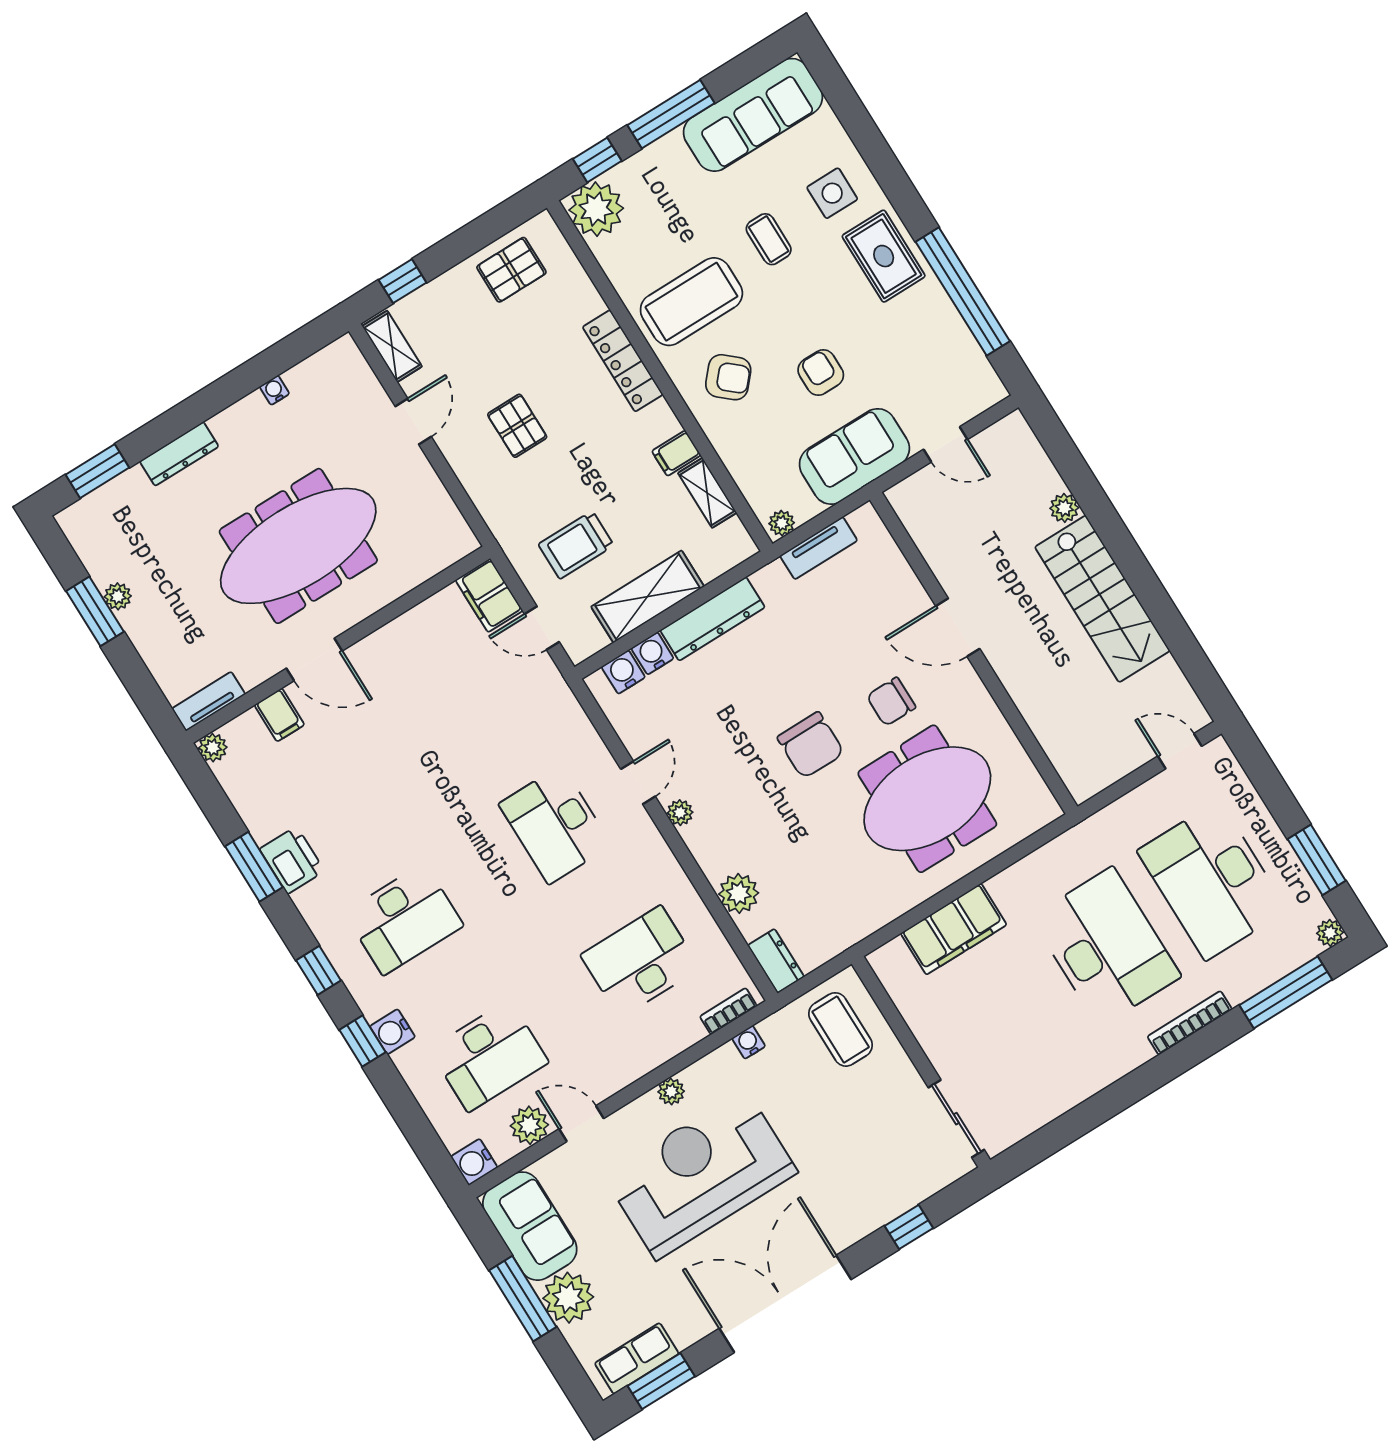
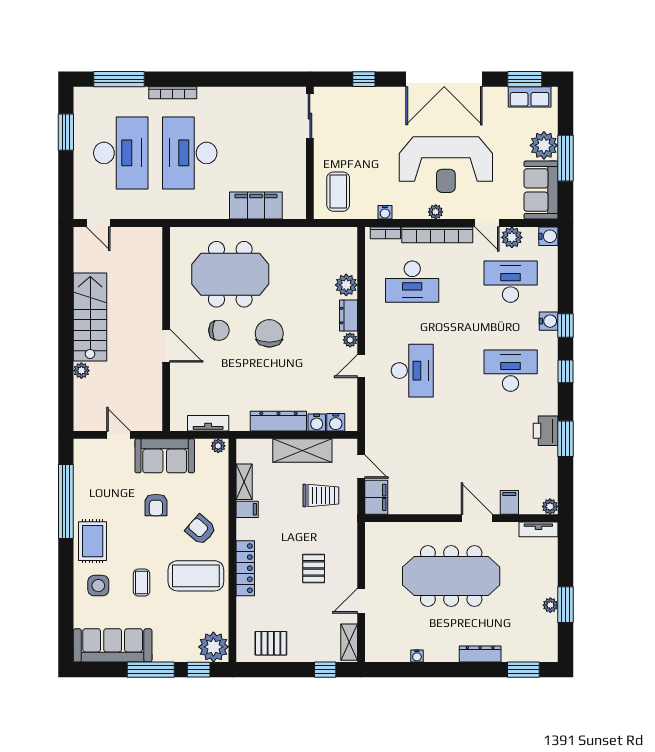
plant: (1330, 933) -> (81, 94), removed
dresser: (776, 961) -> (348, 316), moved
bookcase: (647, 1058) -> (437, 235), added

